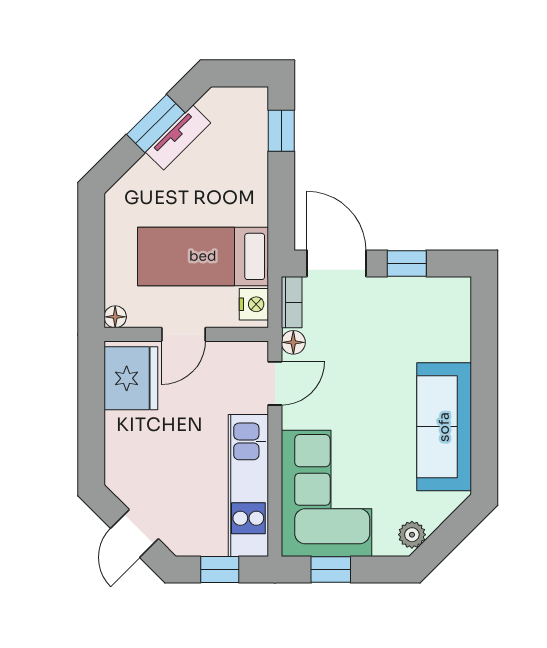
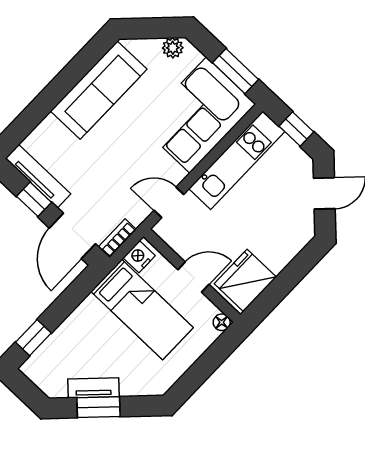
tv unit: (424, 289) -> (38, 176), added
floor lamp: (293, 342) -> (137, 215), removed
window: (331, 570) -> (235, 71), width x1.50

